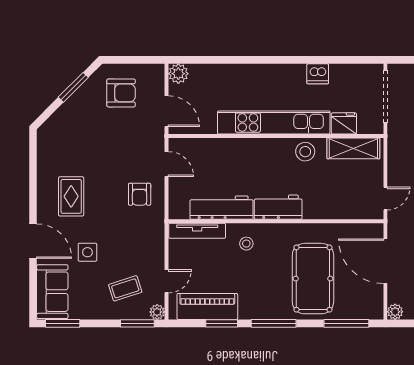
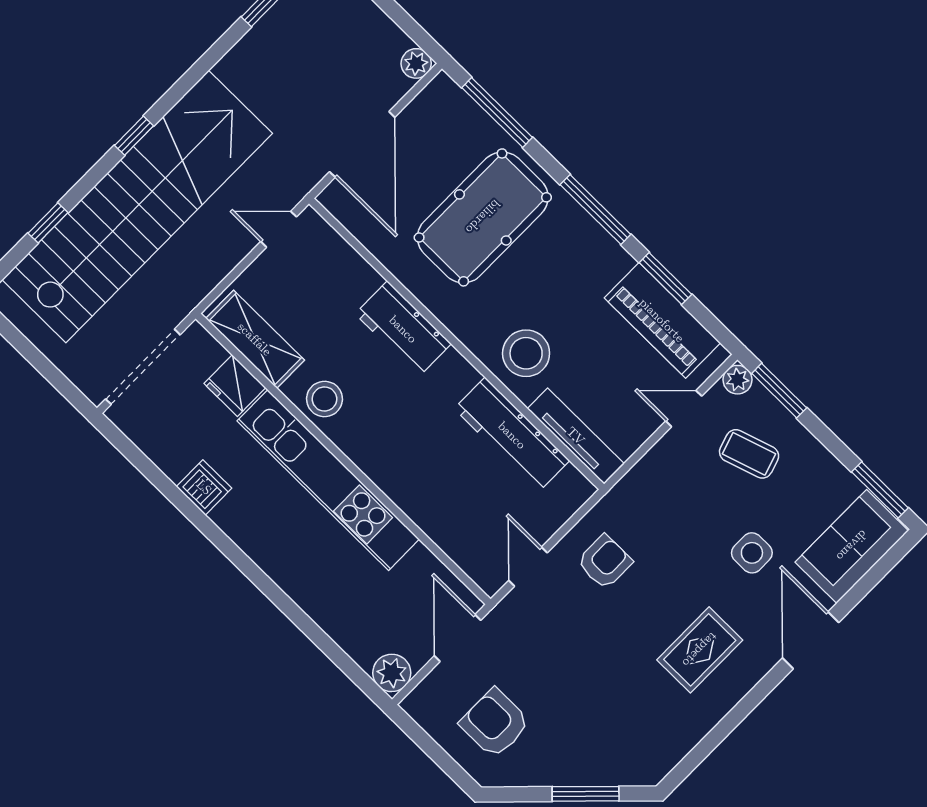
window: (73, 87) -> (586, 794), moved
workbench: (278, 207) -> (403, 329), moved
stool: (246, 244) -> (526, 353), width x1.89, depth x1.89

